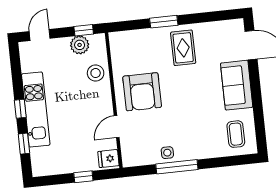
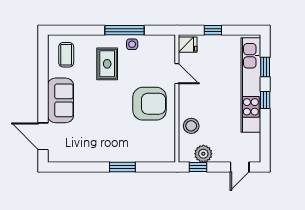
rug: (183, 48) -> (107, 64), moved
armchair: (142, 92) -> (150, 104), turned 90
kitchen unit: (36, 110) -> (251, 85), width x1.36
door: (117, 127) -> (177, 74), hinge flipped

